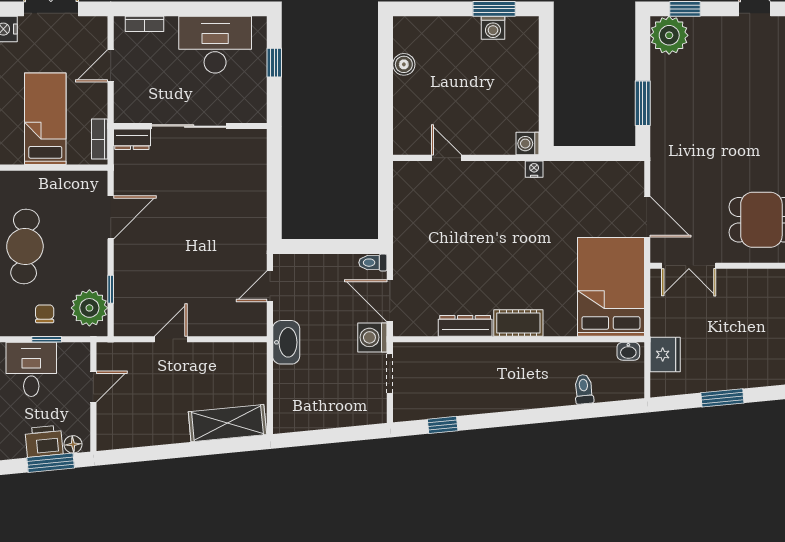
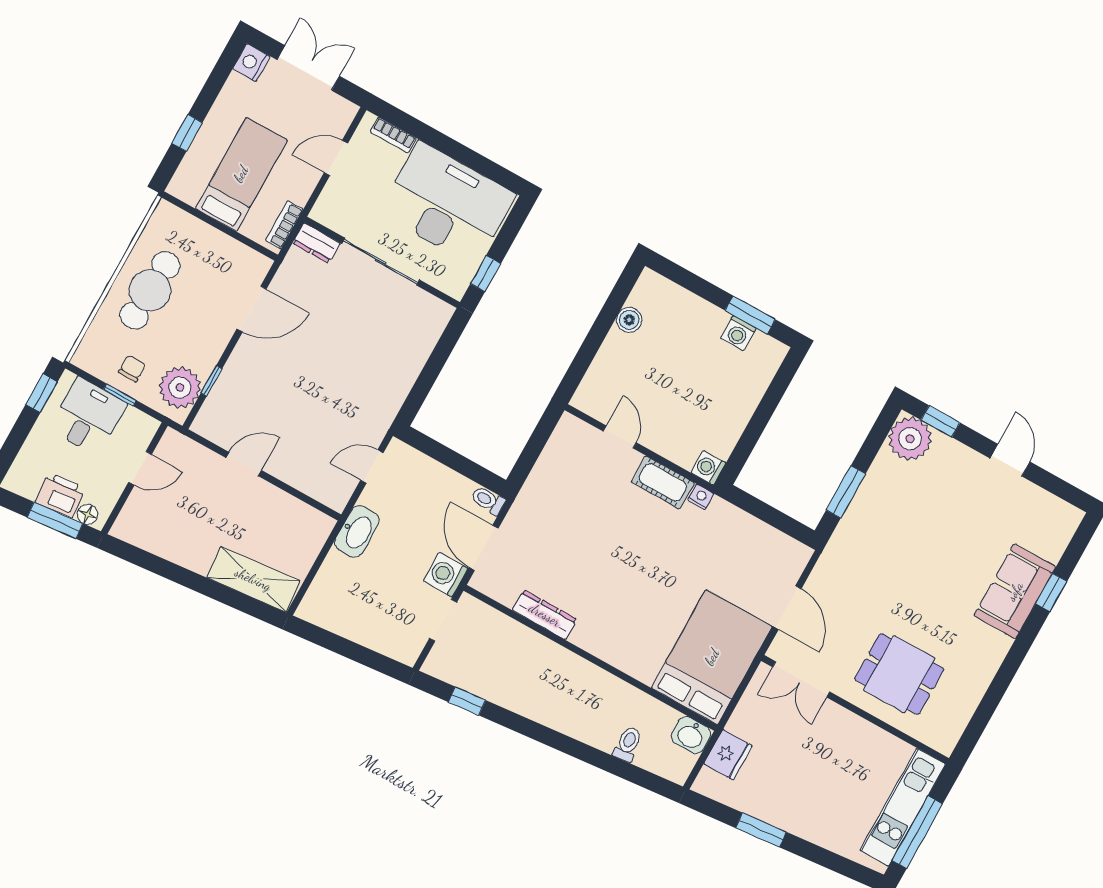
desk: (215, 45) -> (447, 204), width x1.36, depth x1.30
window: (274, 63) -> (486, 274), moved
cot: (518, 323) -> (663, 482), moved
washbasin: (628, 351) -> (691, 735), width x1.38, depth x1.45

